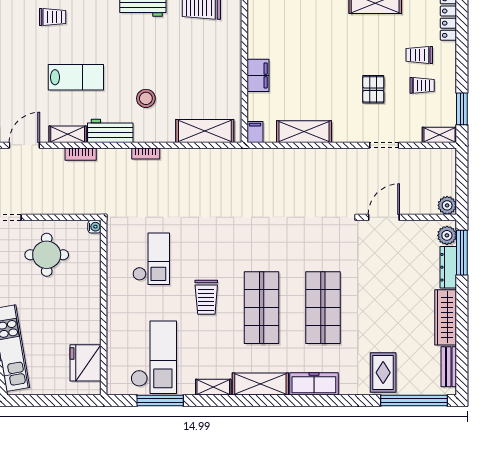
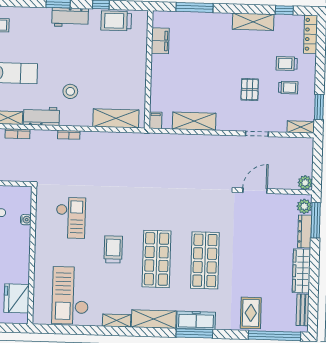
filing cabinet: (258, 75) -> (160, 41), moved
water cooler: (94, 227) -> (26, 220), moved
trolley: (206, 297) -> (113, 249), turned 180
checkout: (154, 357) -> (70, 295), turned 180
window: (160, 401) -> (194, 333), moved

